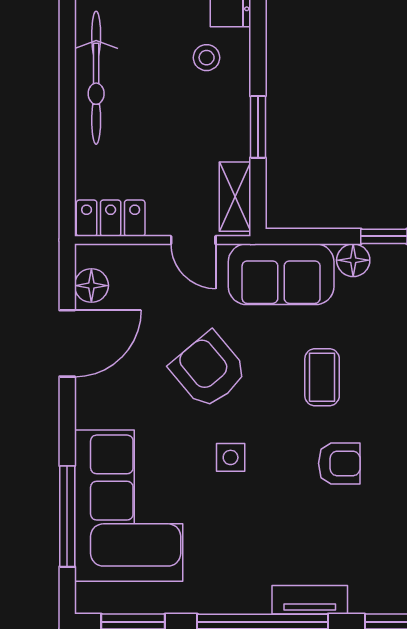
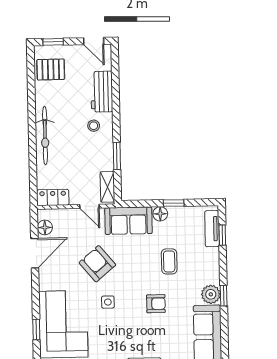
coffee table: (322, 377) -> (169, 261), moved
window: (67, 516) -> (36, 330), width x0.46

